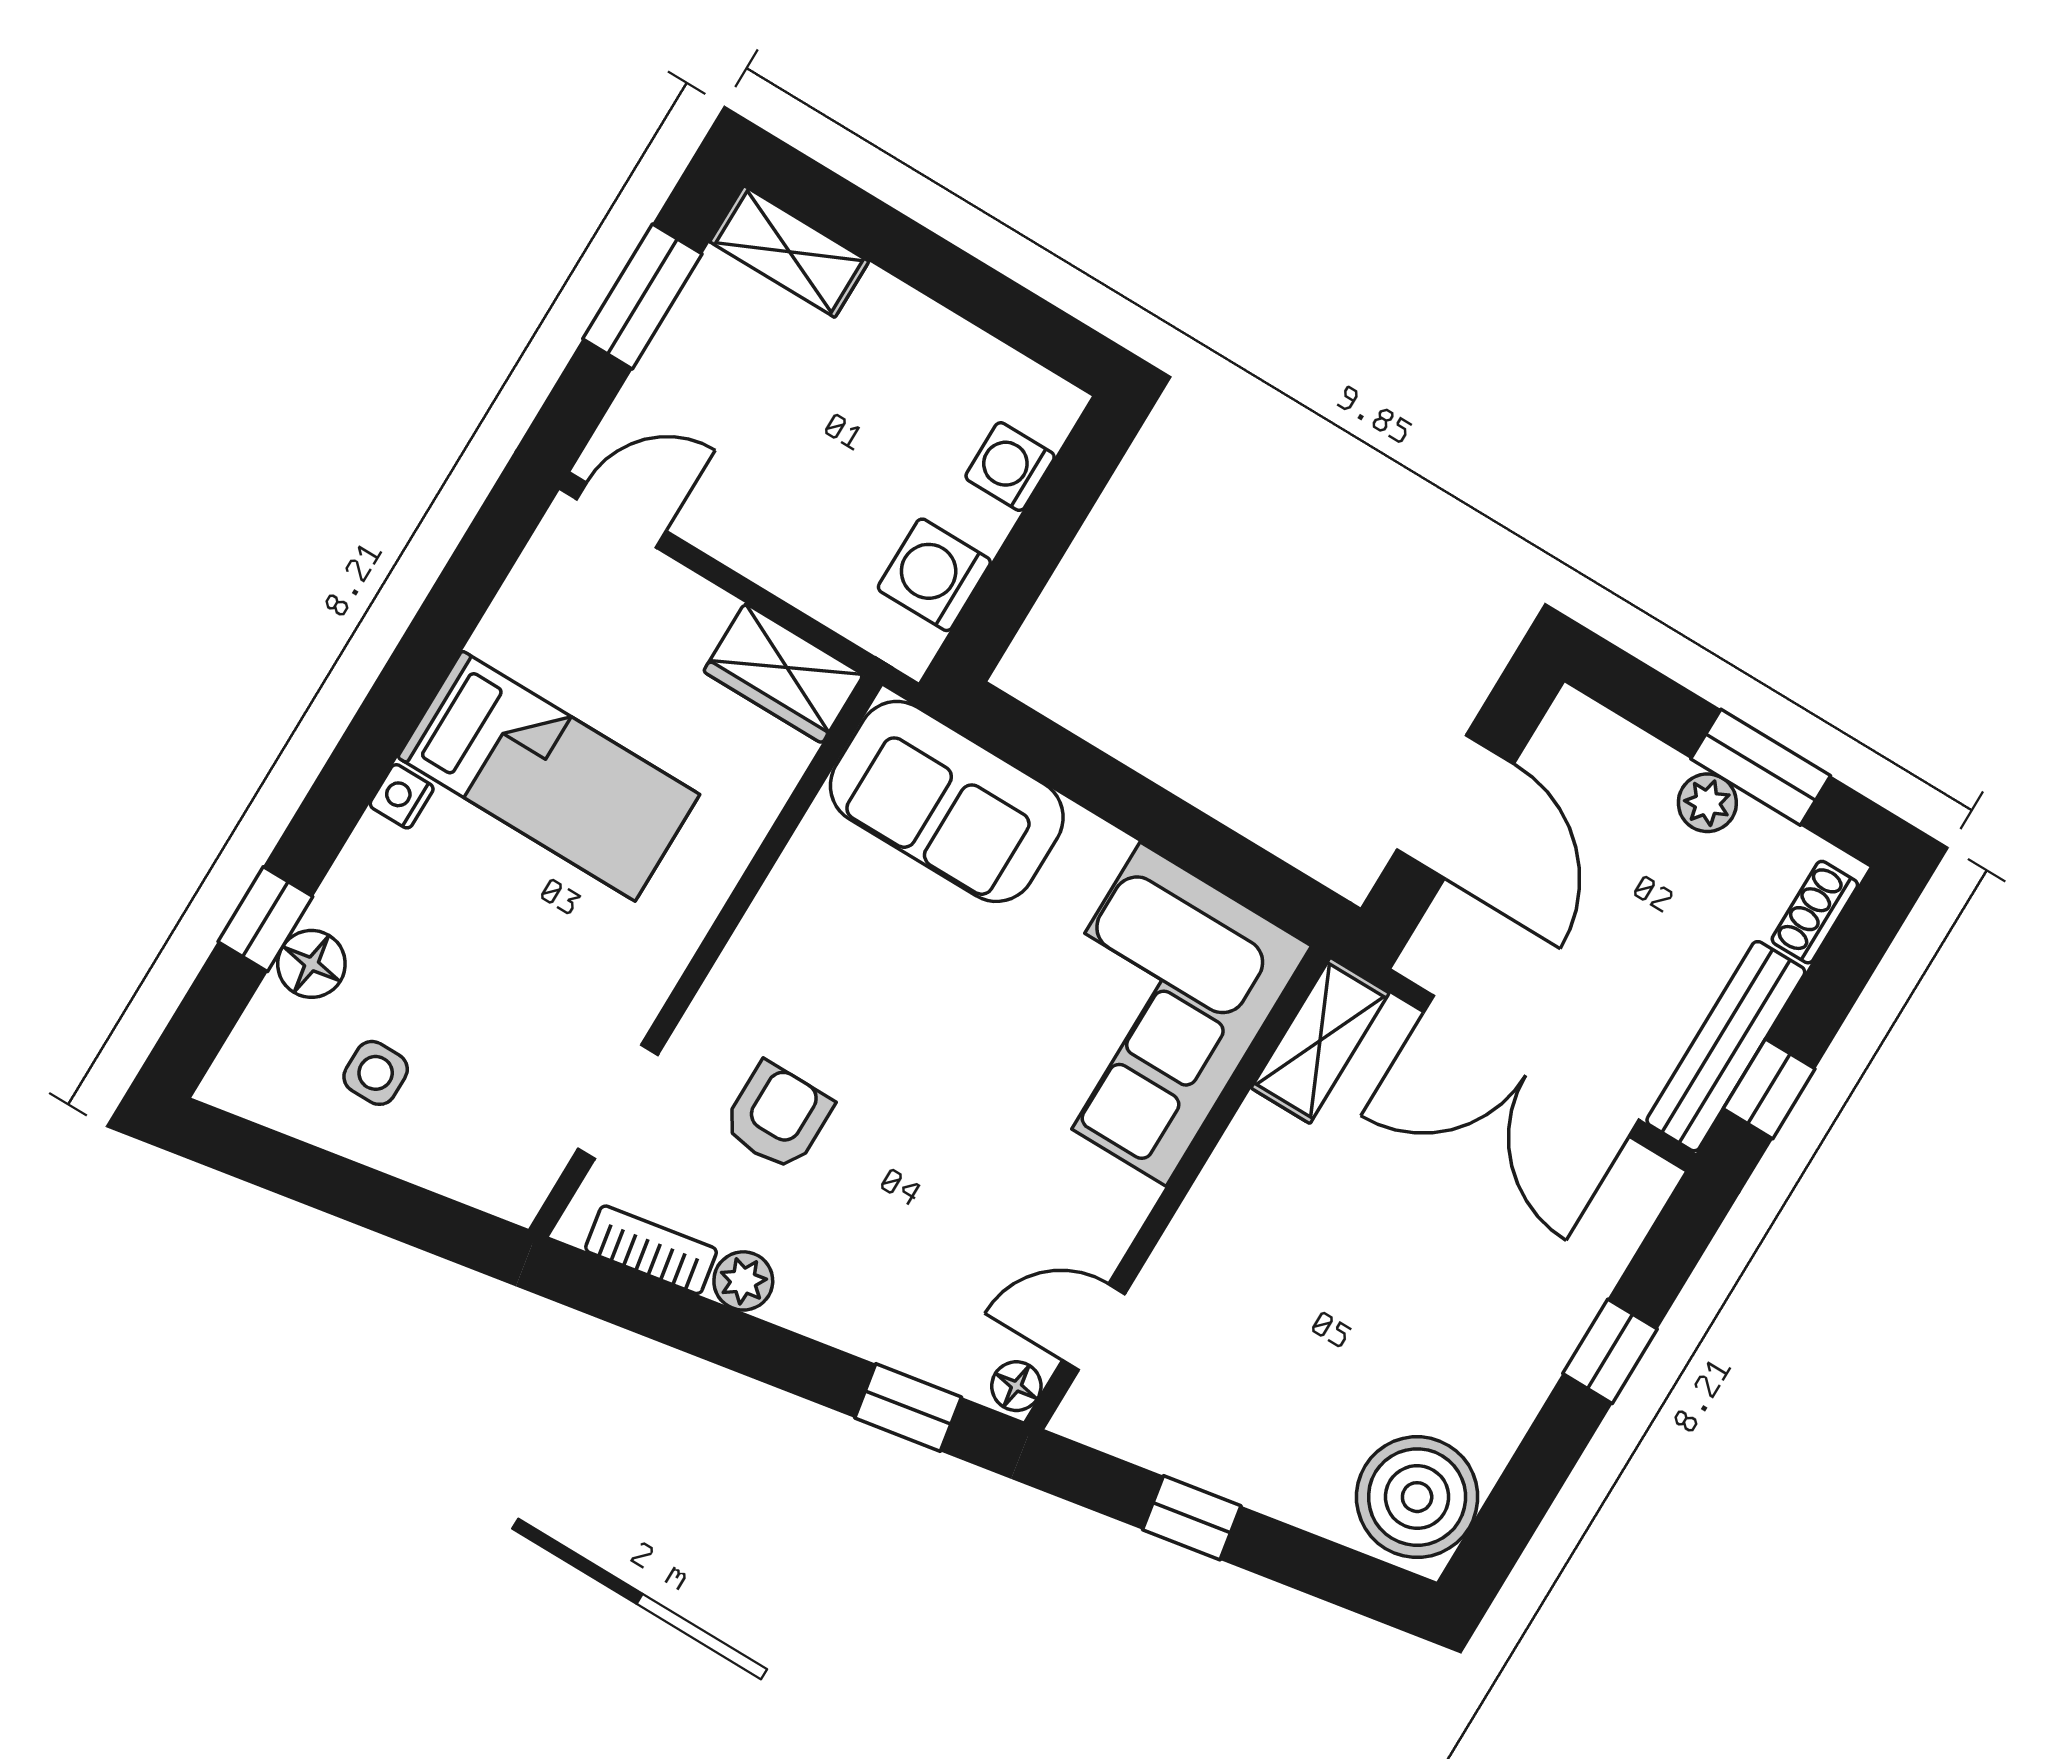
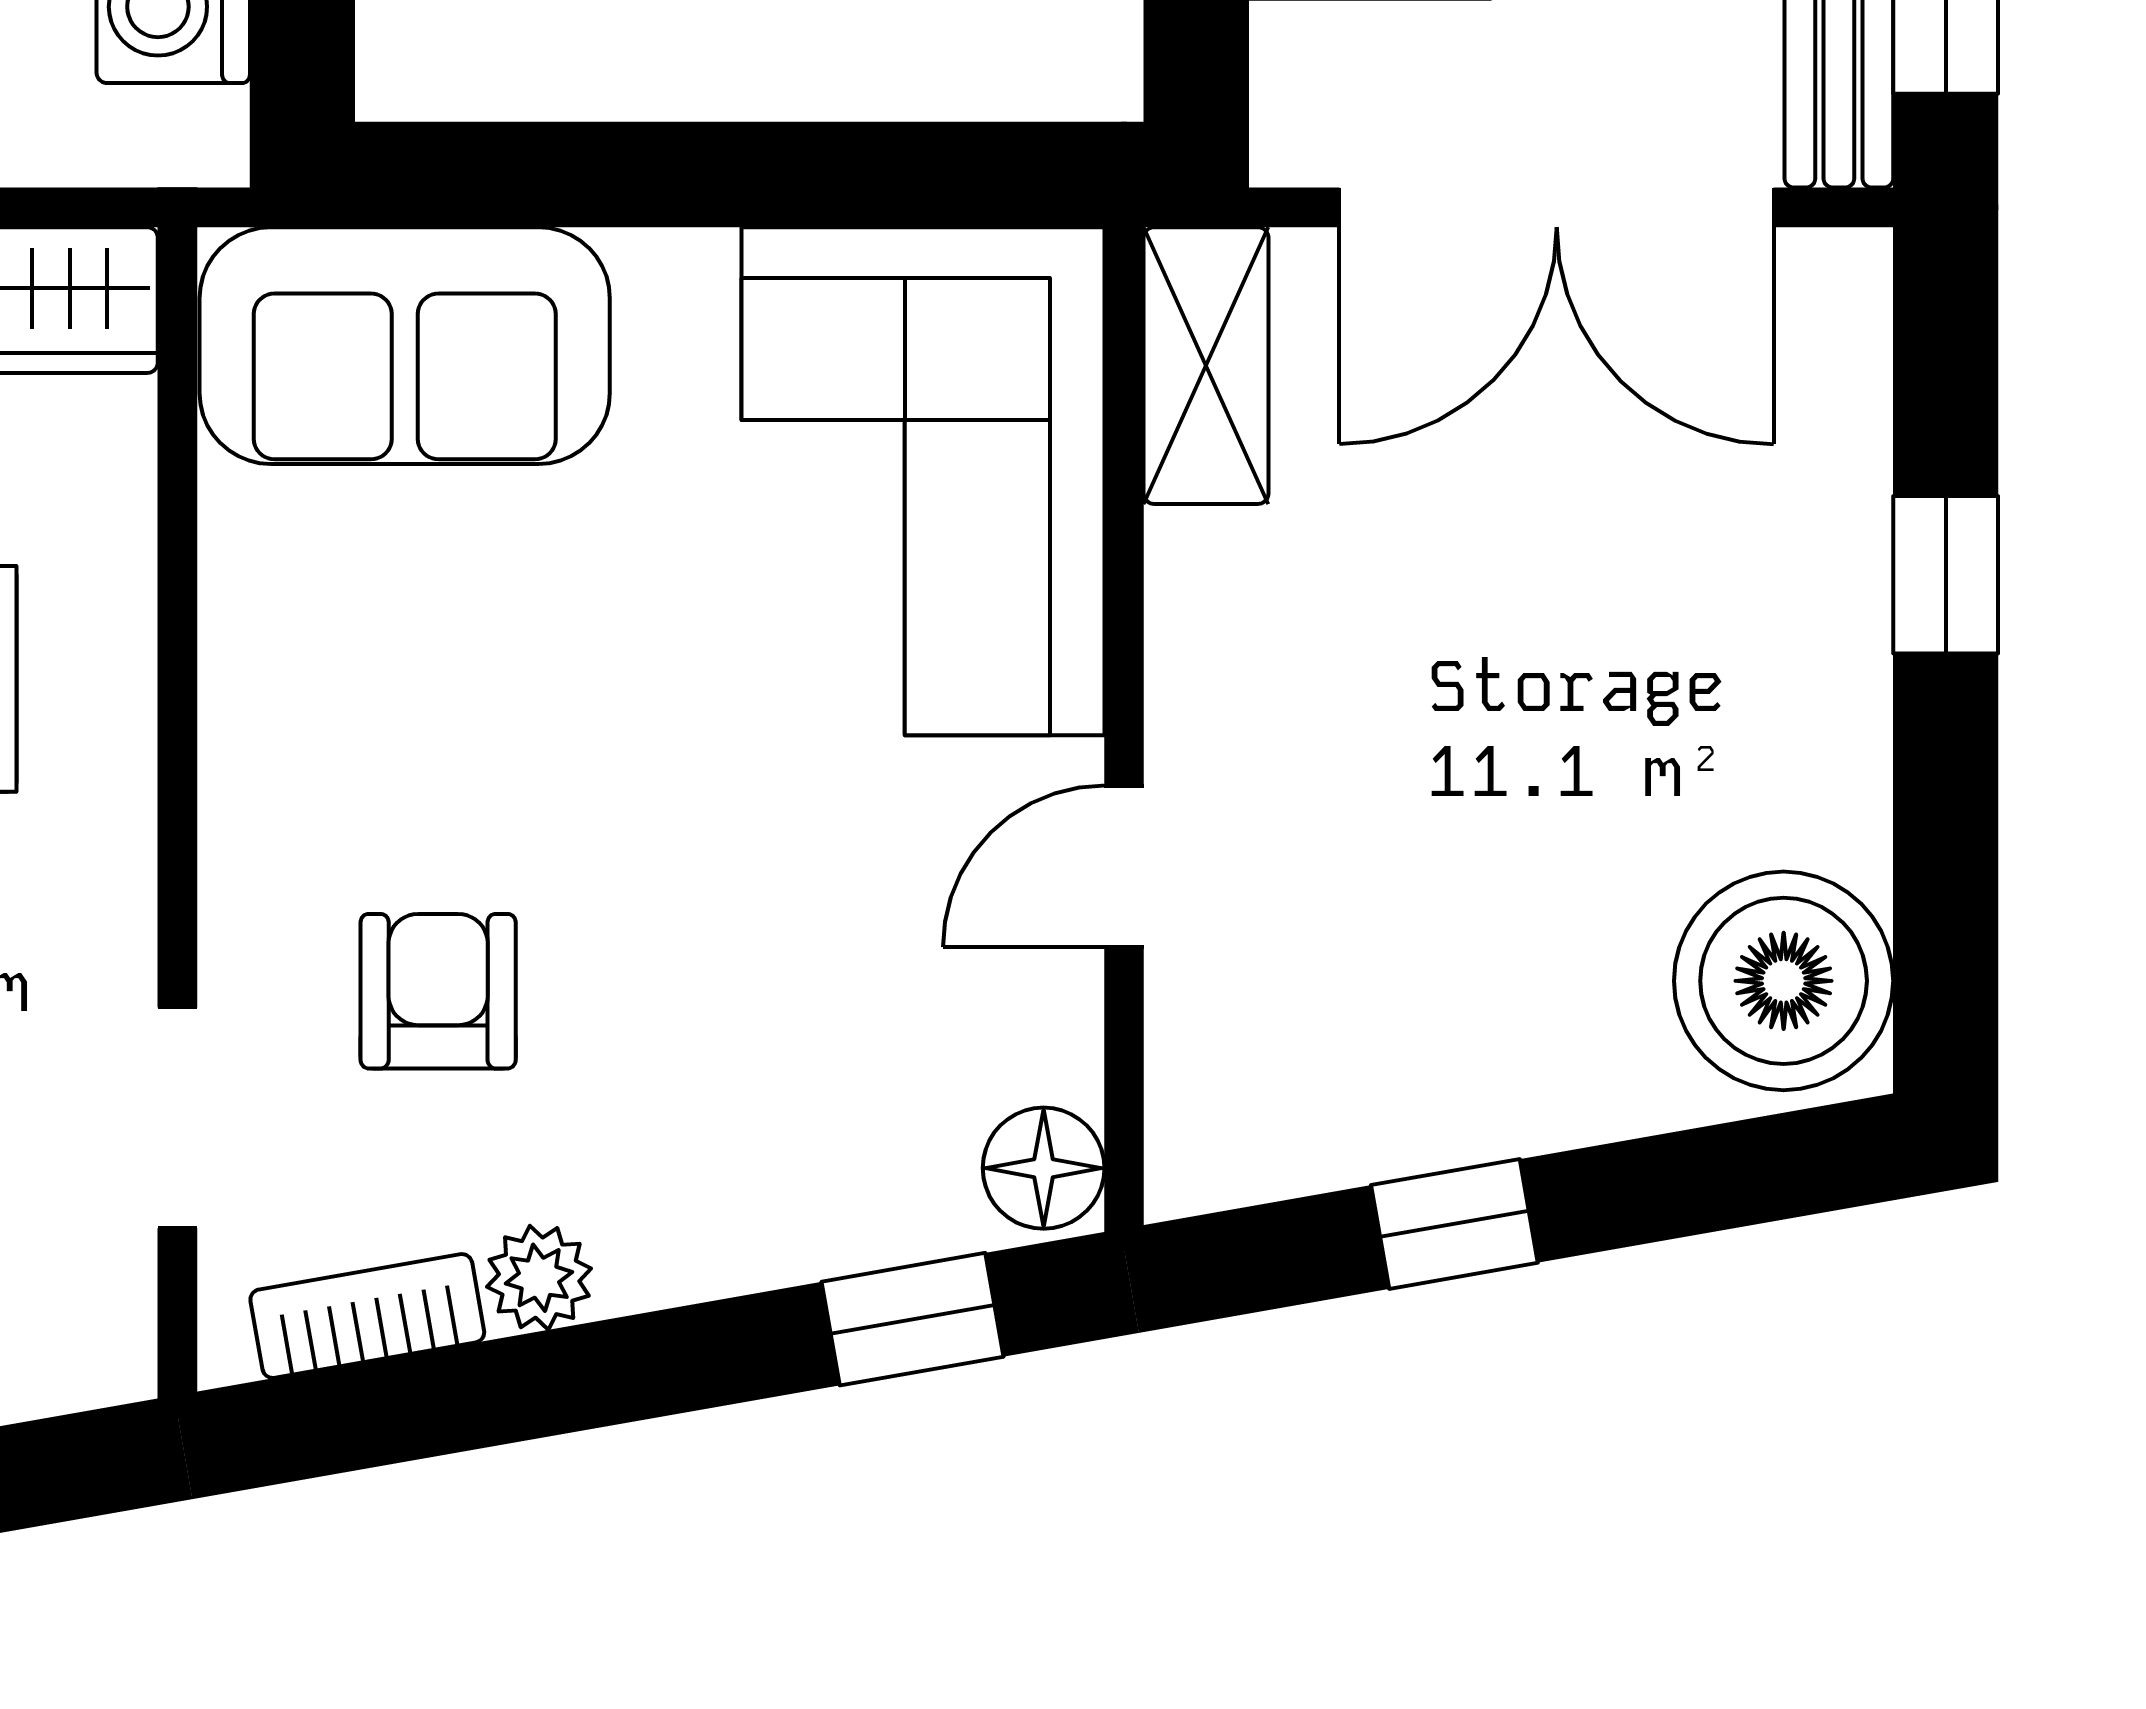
door: (1094, 1327) -> (1124, 866), moved
floor lamp: (1016, 1386) -> (1044, 1168), width x1.37, depth x1.37

